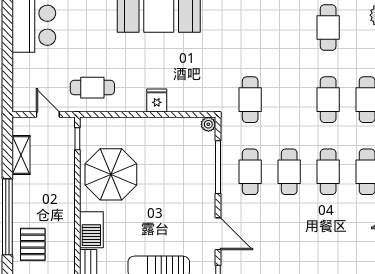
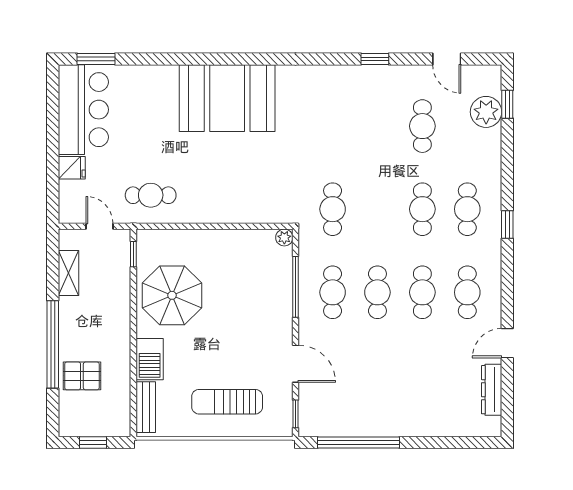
fridge: (157, 101) -> (72, 168), moved, turned 90
pallet: (33, 244) -> (82, 376), turned 90

